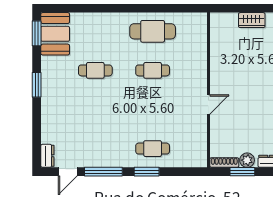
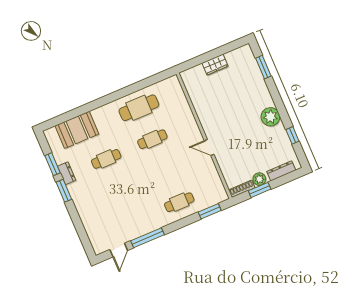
window: (37, 33) -> (53, 164), moved
booth: (55, 34) -> (77, 130), moved, turned 90
door: (208, 105) -> (209, 148), swing flipped
dresser: (47, 156) -> (67, 173), moved
window: (147, 172) -> (210, 211), moved

